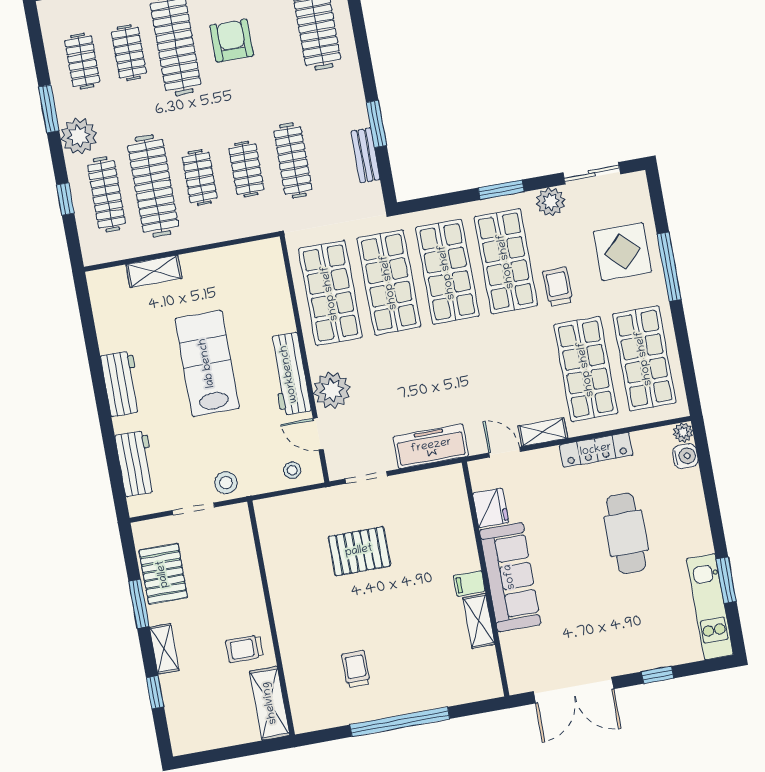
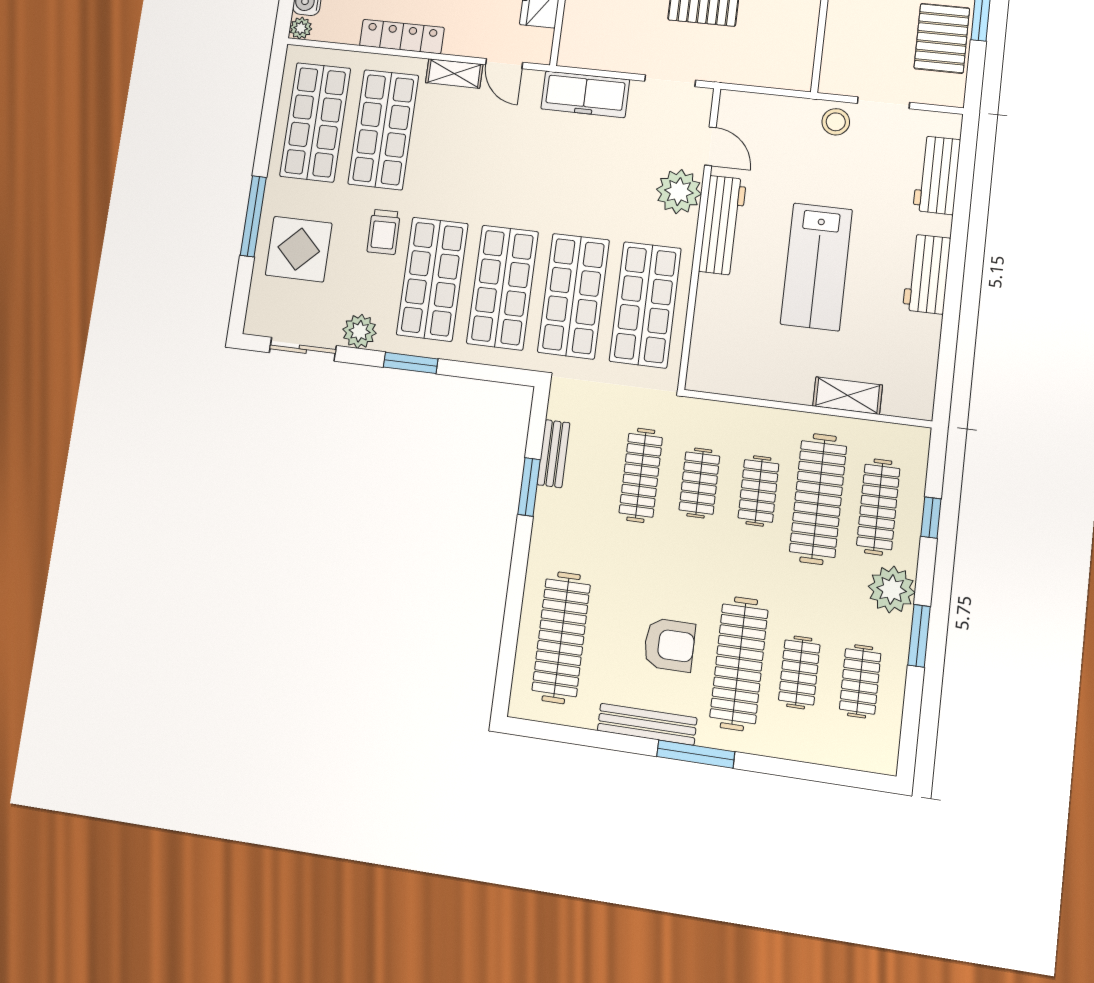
armchair: (232, 41) -> (669, 645), turned -90
stool: (292, 470) -> (754, 114), removed

